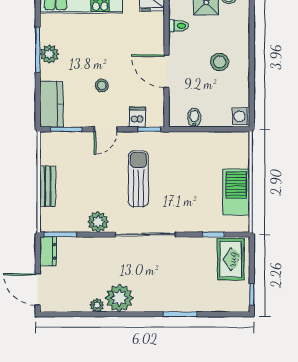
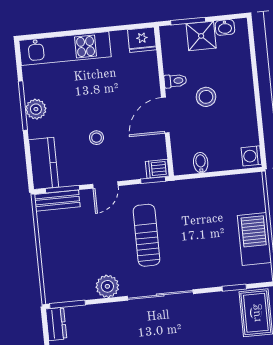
toilet: (179, 26) -> (175, 81), moved
stool: (220, 62) -> (206, 97), moved
door: (166, 71) -> (165, 115), hinge flipped
dishwasher: (137, 117) -> (157, 169), moved, turned -90
bench: (48, 186) -> (57, 201), moved, turned 90

